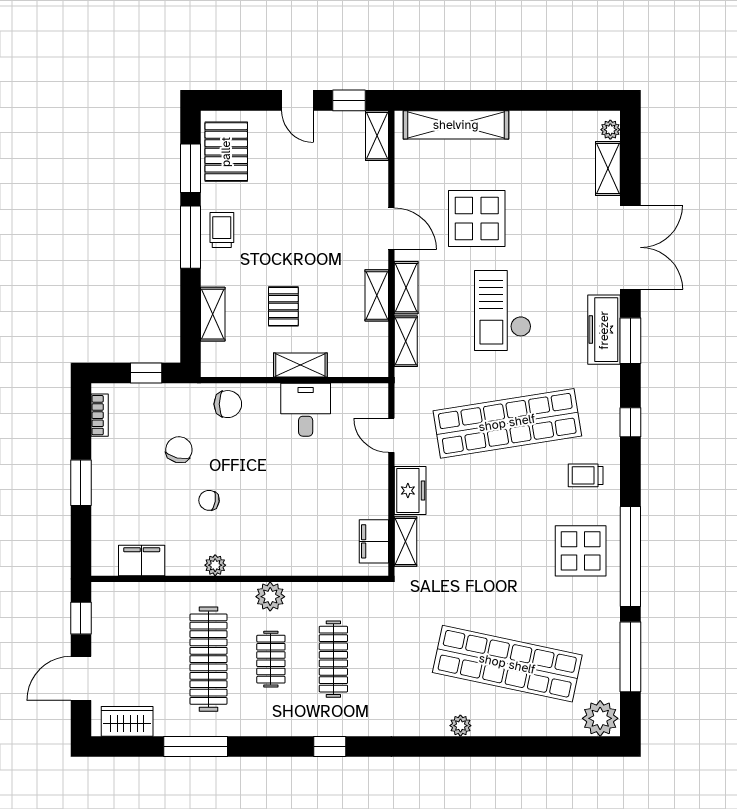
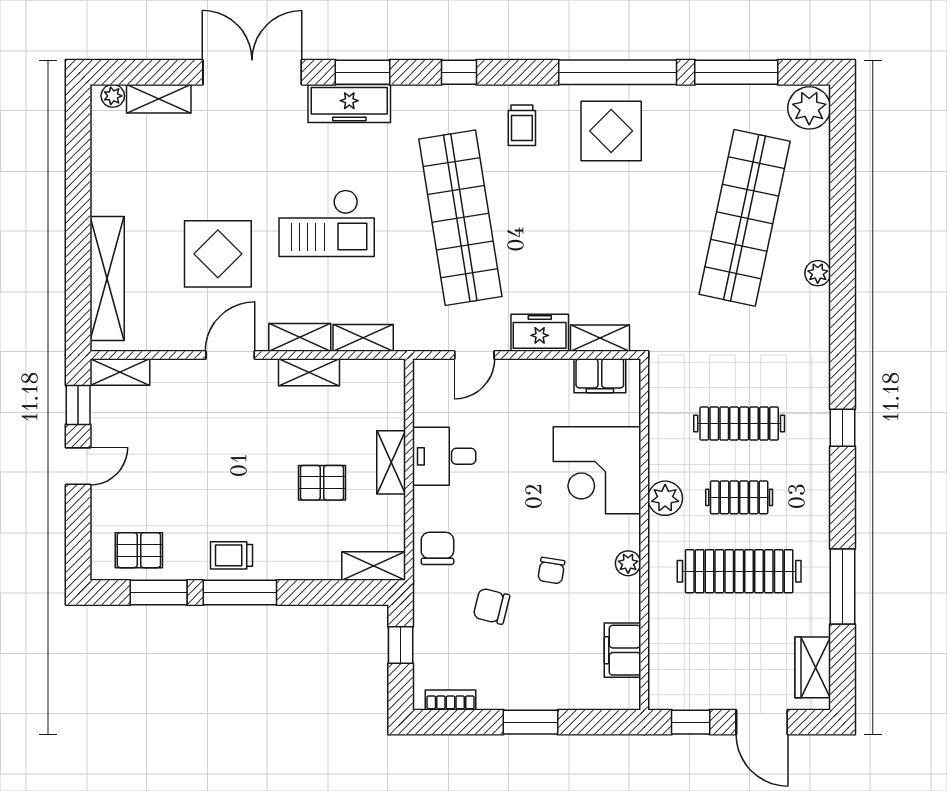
pallet: (226, 152) -> (139, 550), width x0.67, depth x0.71
shelving: (213, 314) -> (374, 566), moved
corner desk: (294, 539) -> (597, 470), added

